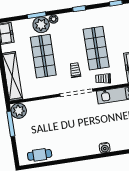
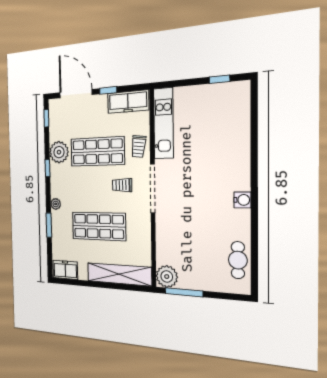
plant: (41, 25) -> (59, 152), moved
water cooler: (105, 148) -> (242, 200), moved

